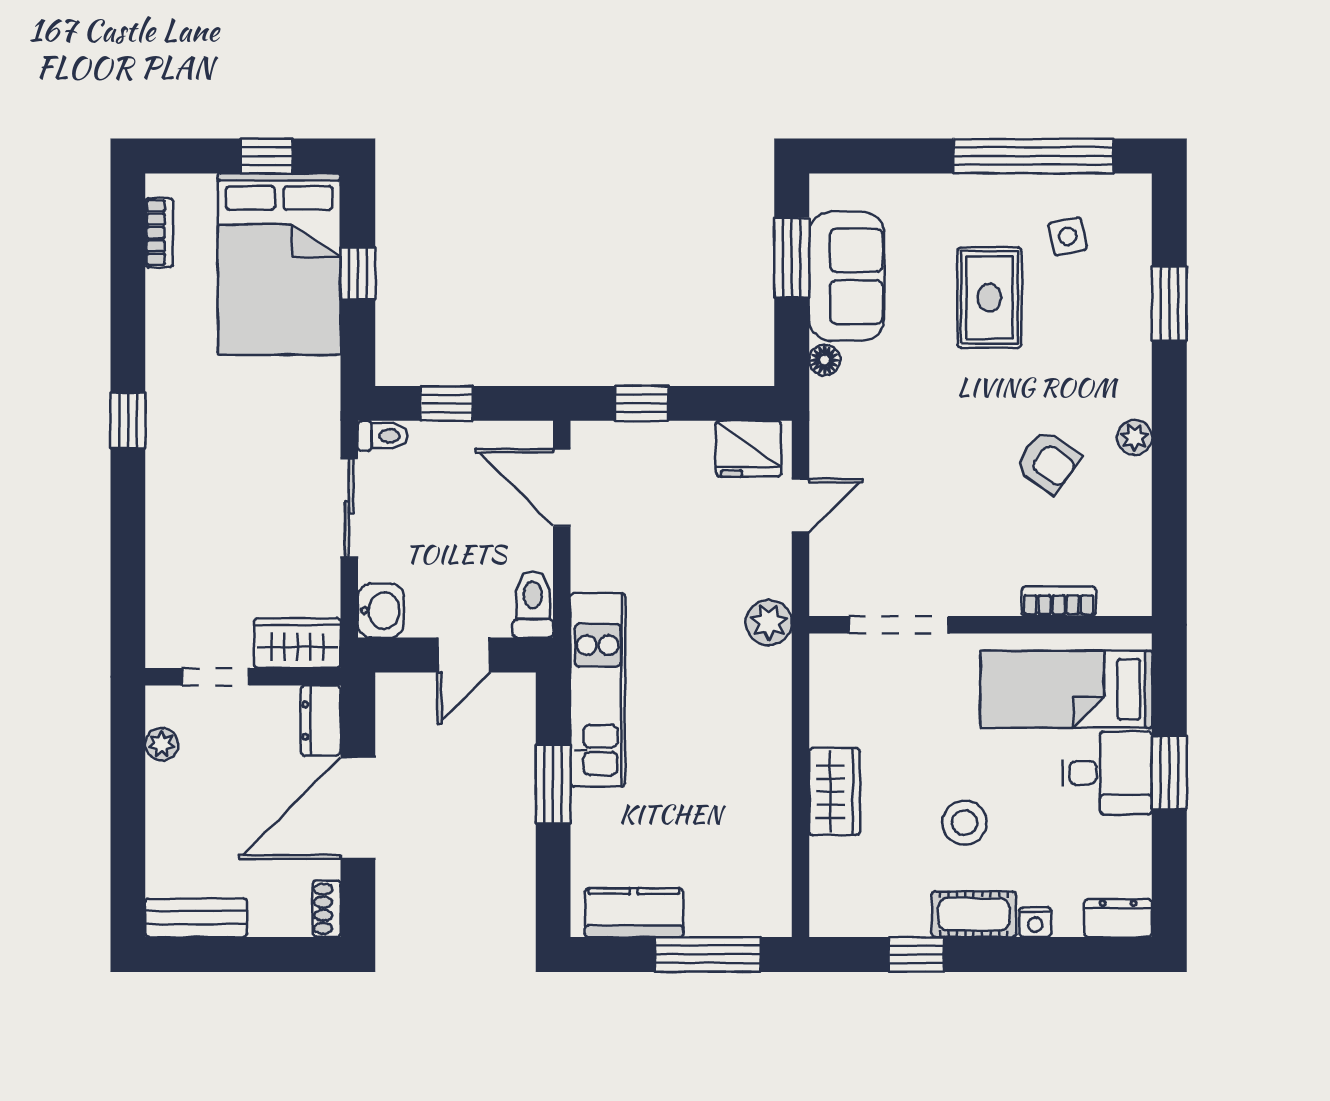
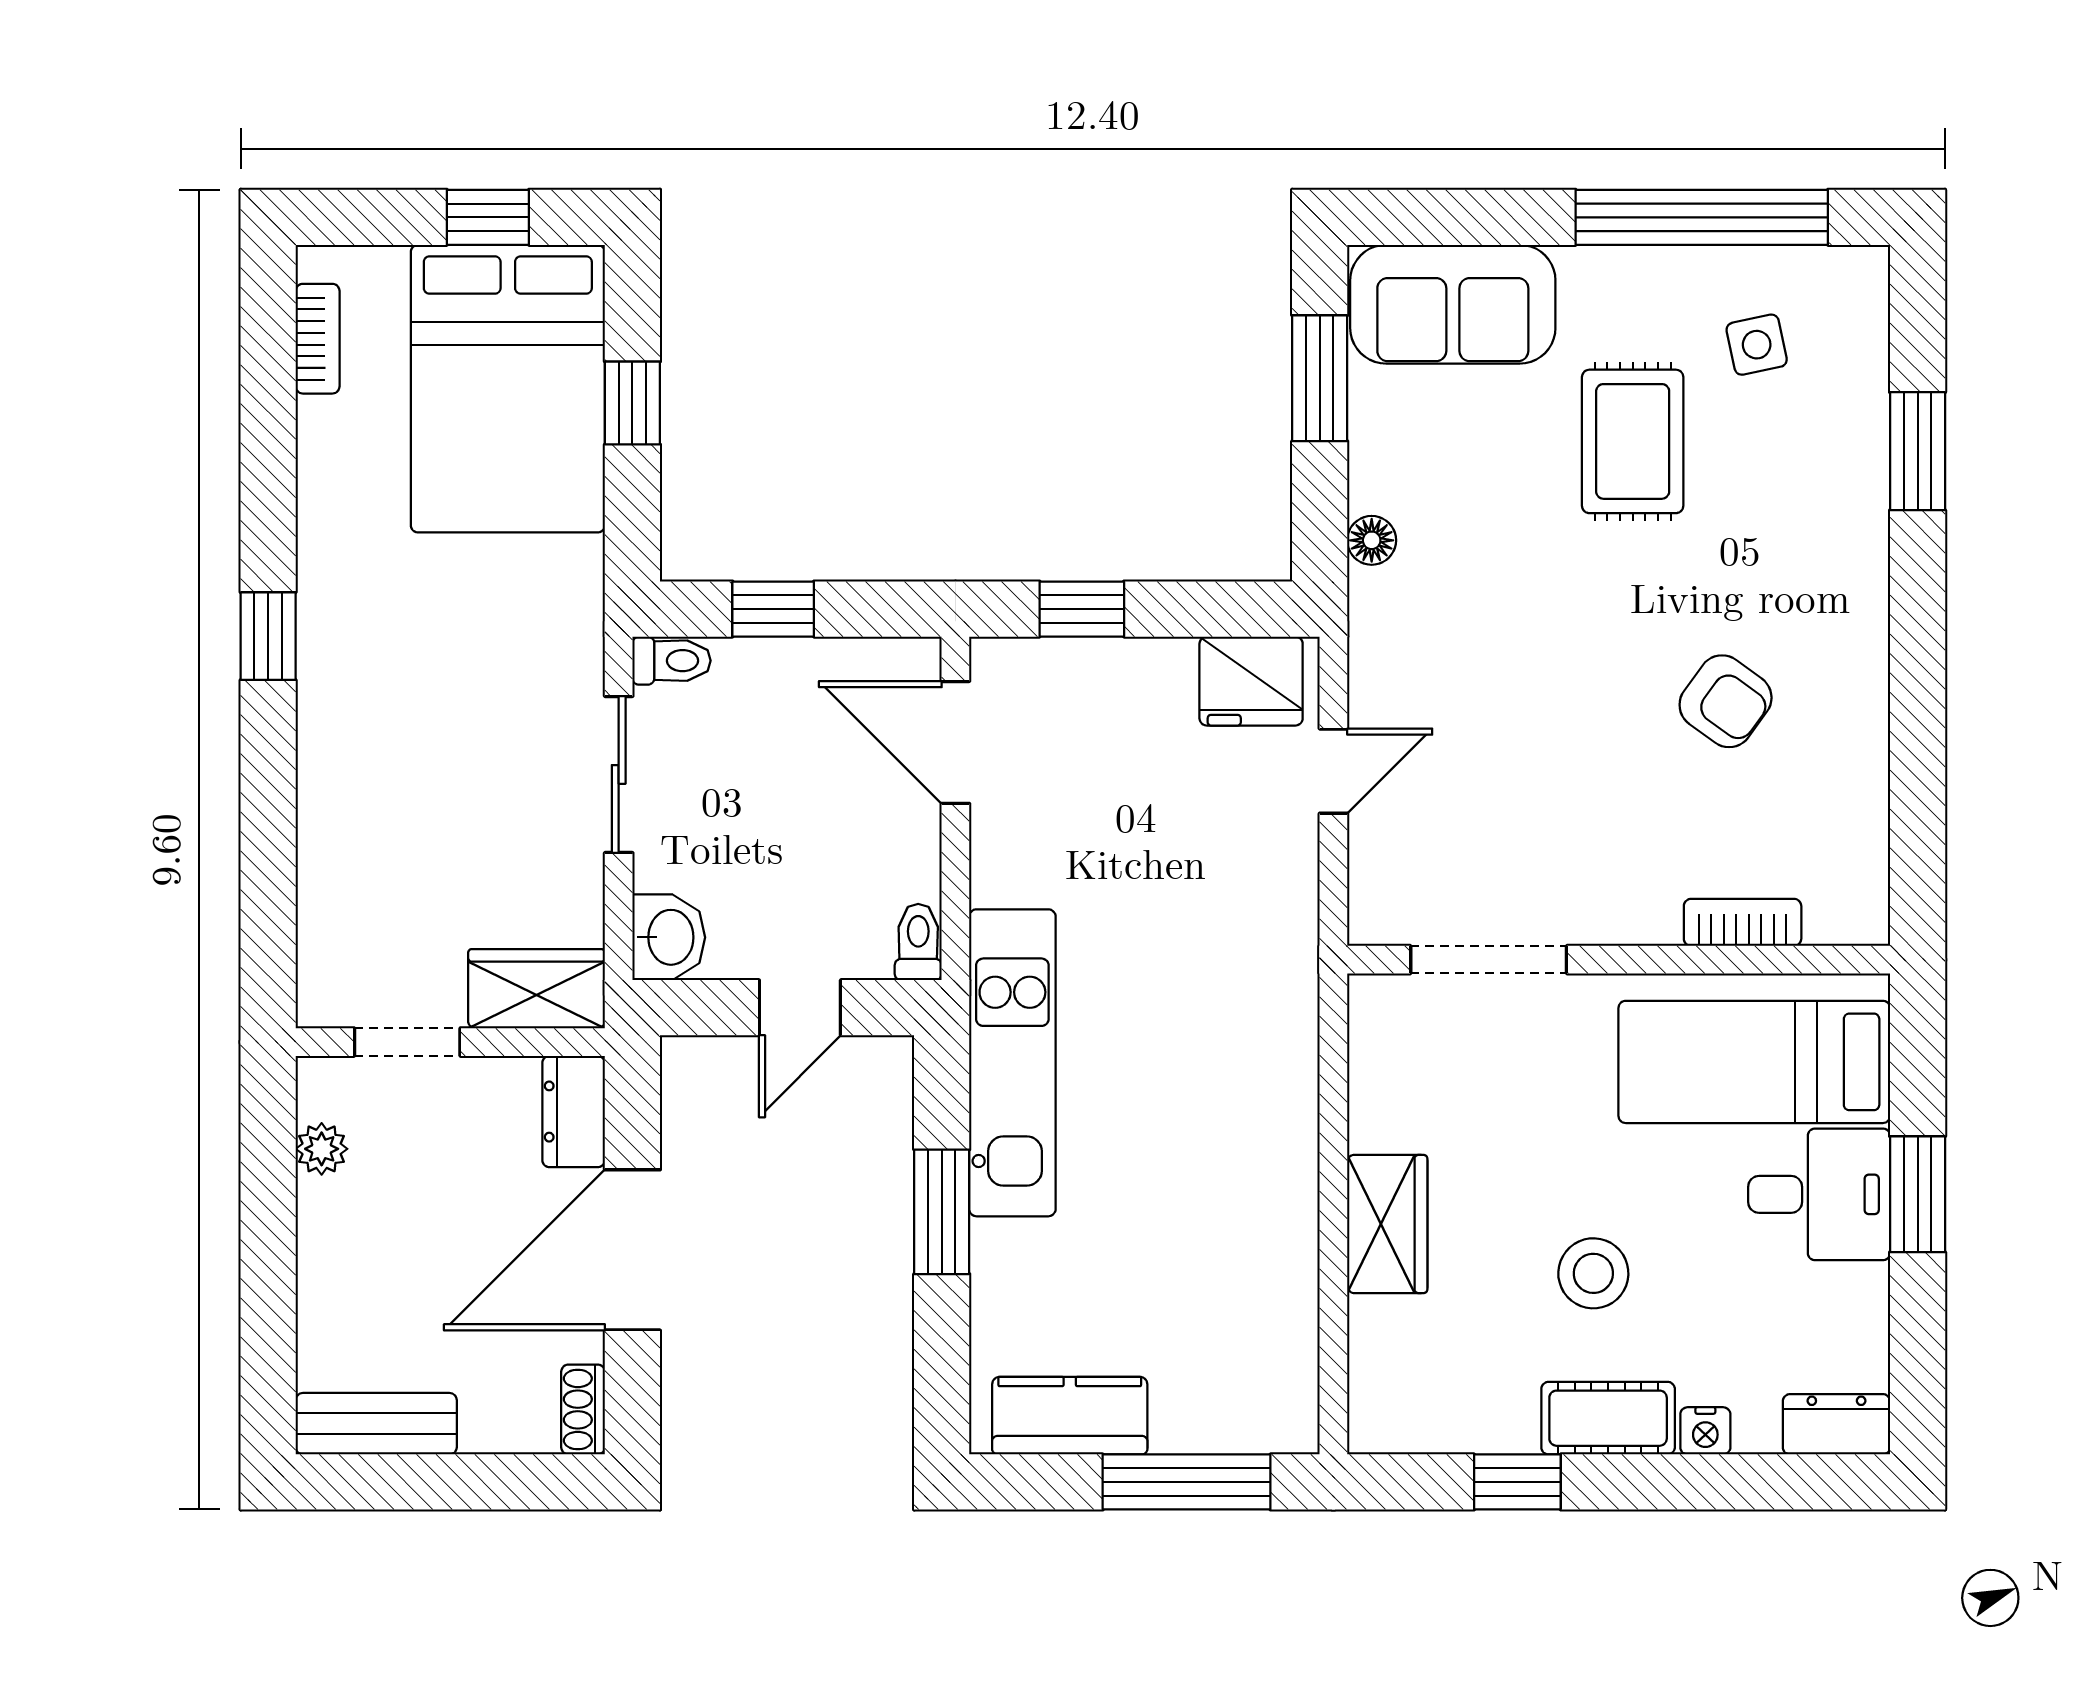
sofa: (847, 276) -> (1453, 304), moved, turned 90
plant: (1135, 437) -> (1863, 663), removed
toilet: (533, 604) -> (918, 942), width x0.73, depth x0.72
plant: (769, 622) -> (1283, 956), removed

